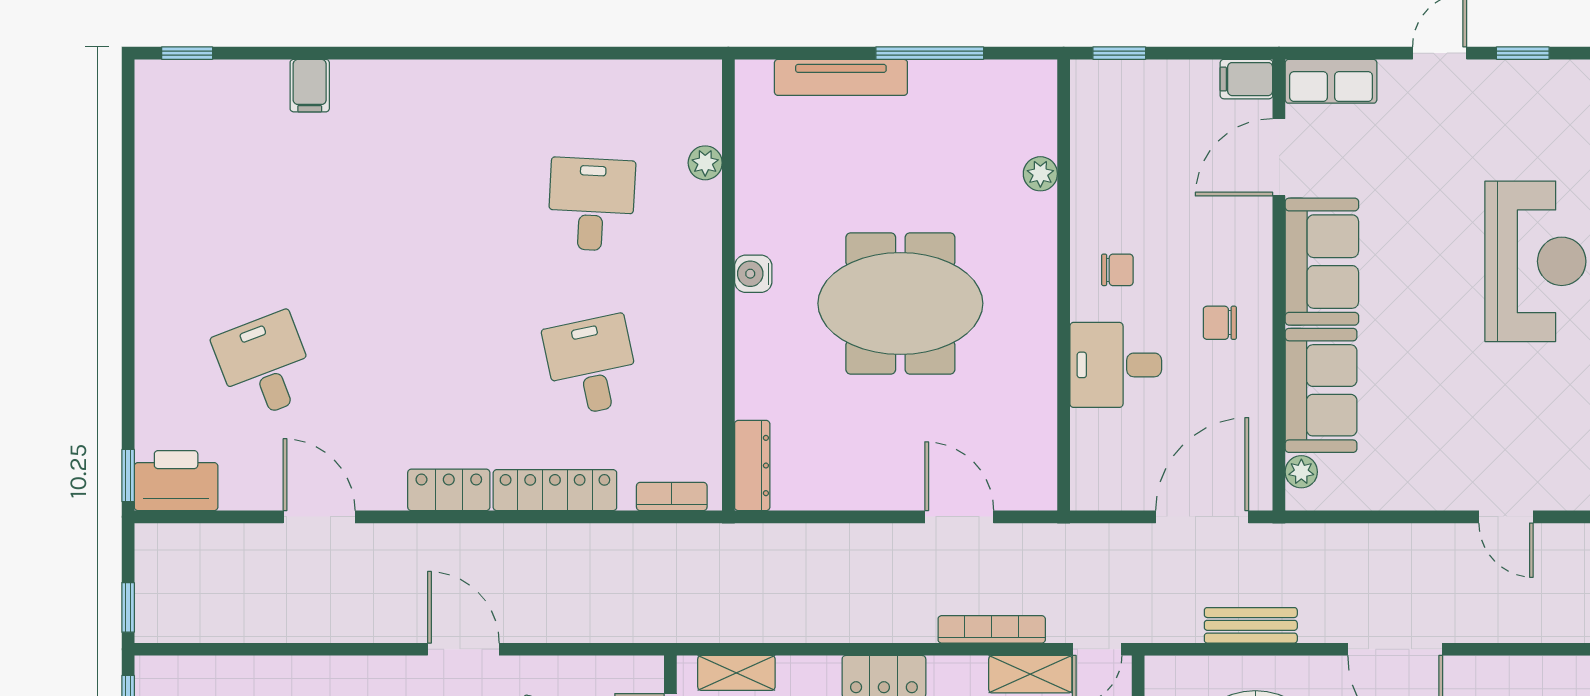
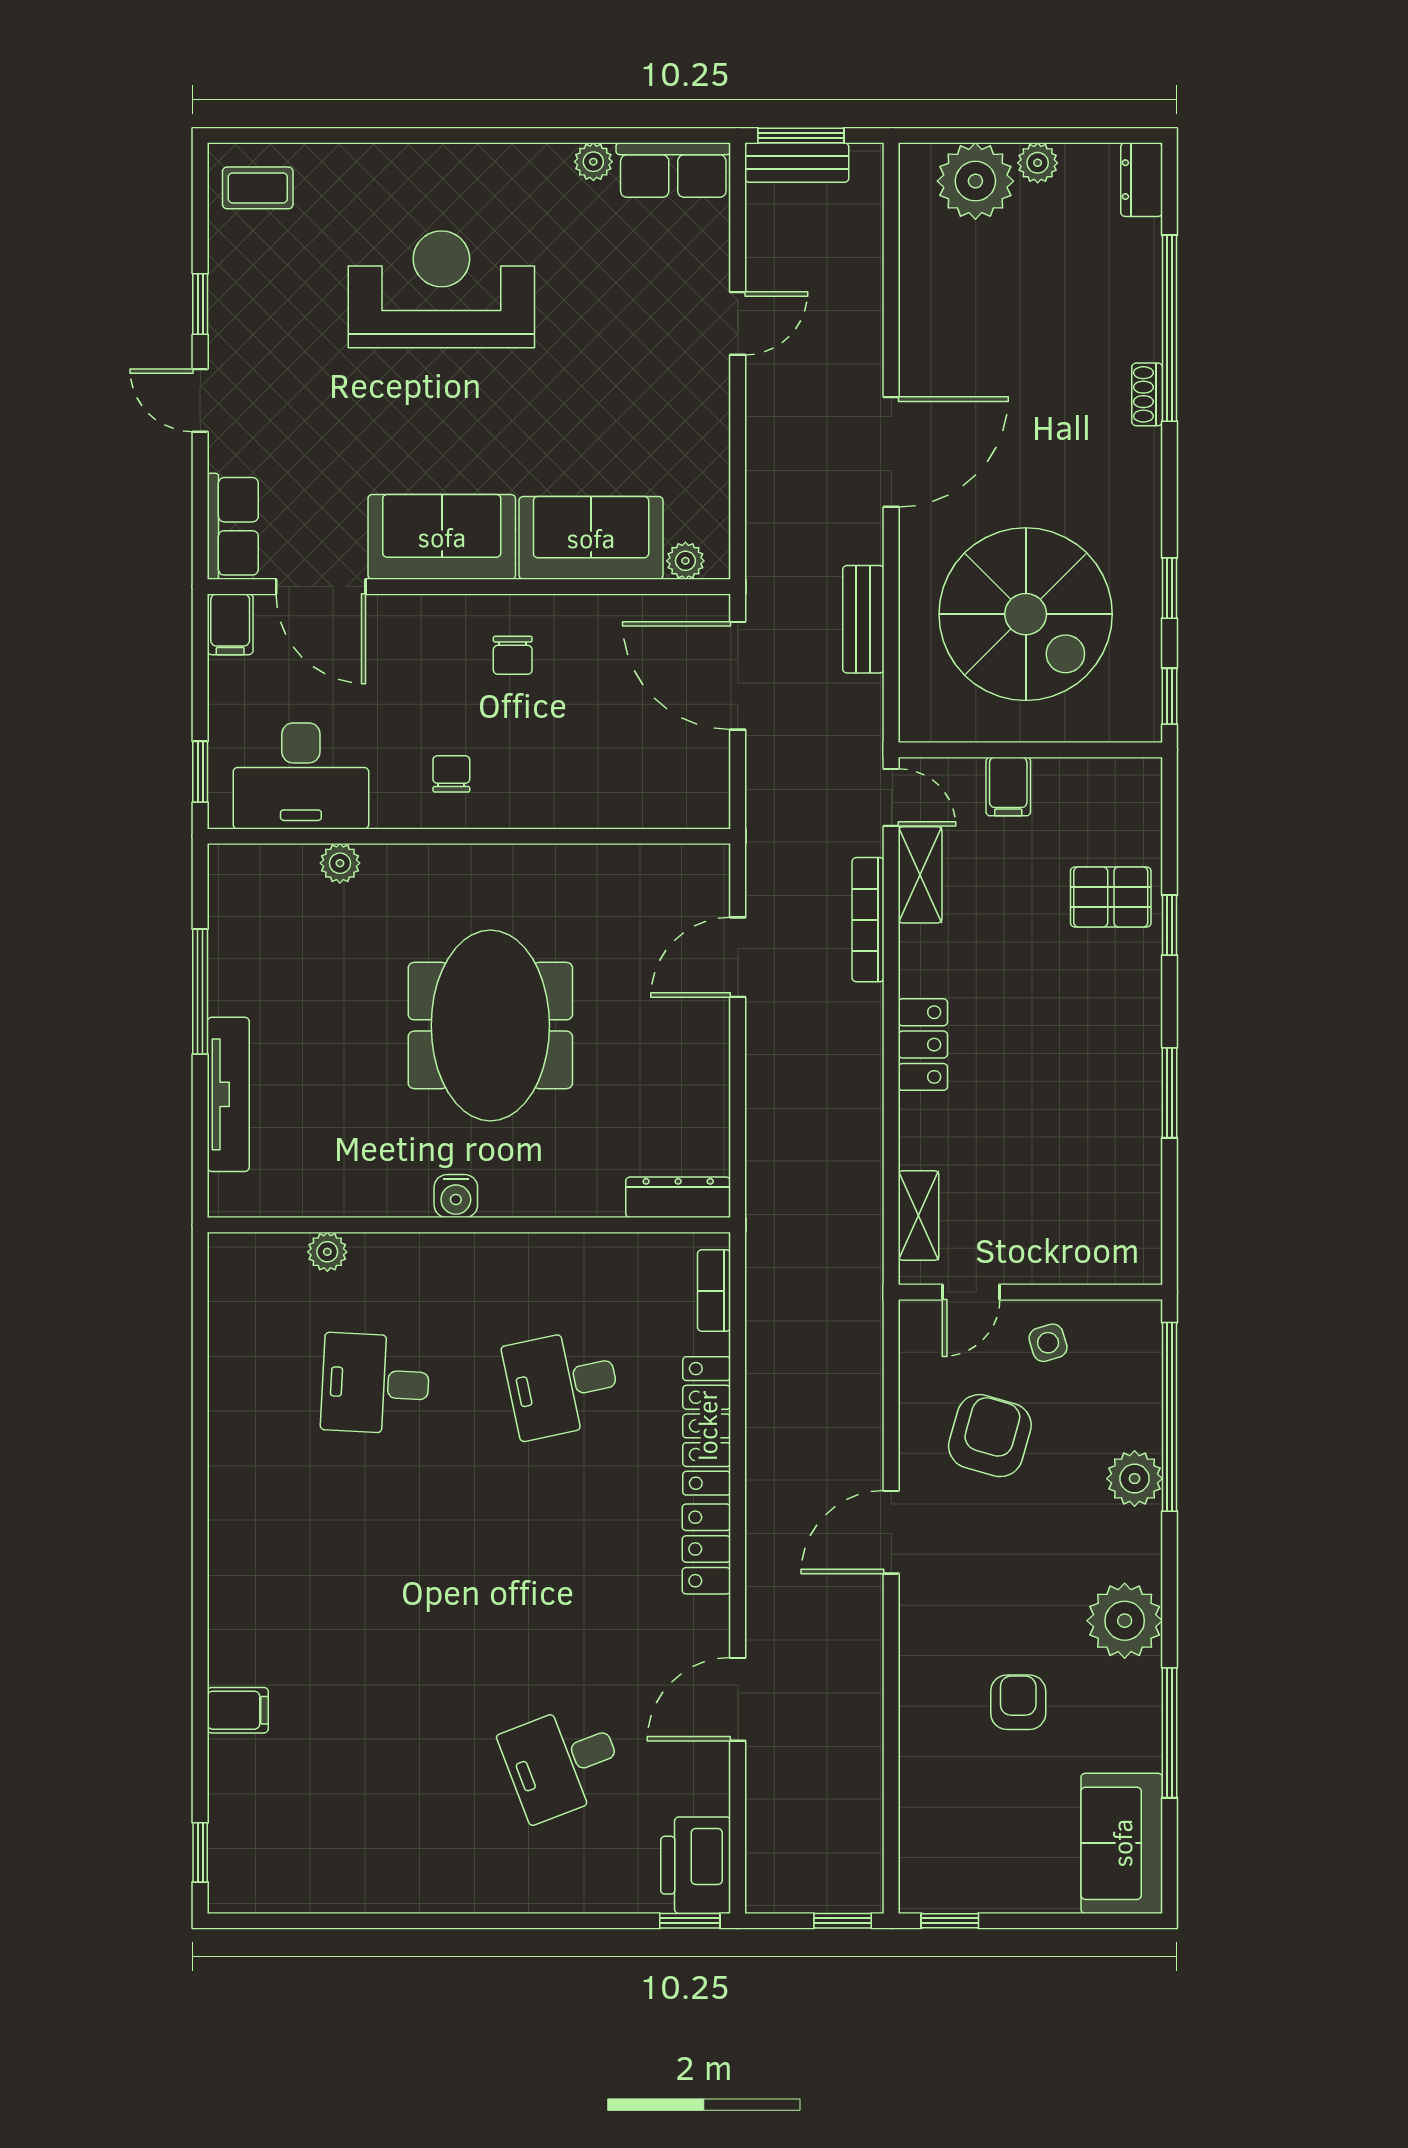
desk: (1116, 365) -> (301, 776), moved, width x1.37

